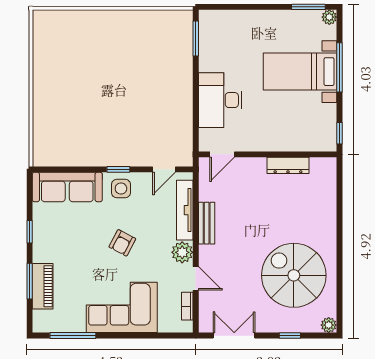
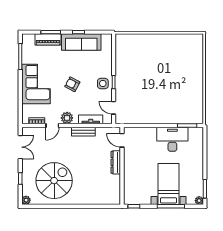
desk: (220, 100) -> (172, 139), moved
dresser: (288, 165) -> (116, 162), moved
sofa: (67, 187) -> (81, 42), moved, turned -90
tv unit: (185, 210) -> (91, 119), width x0.71

